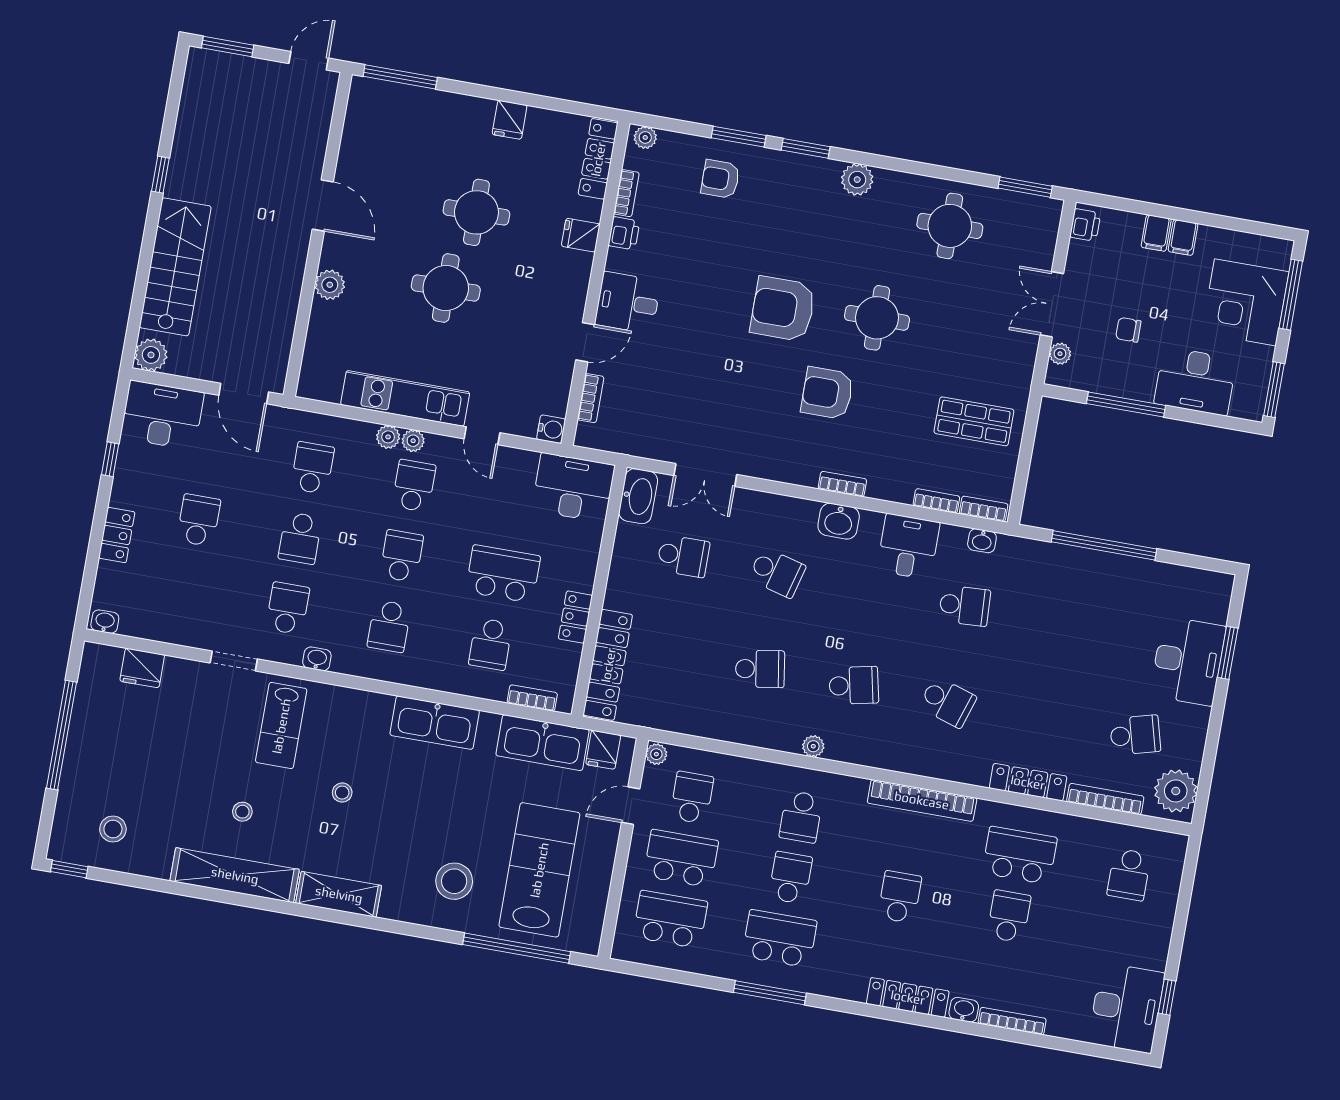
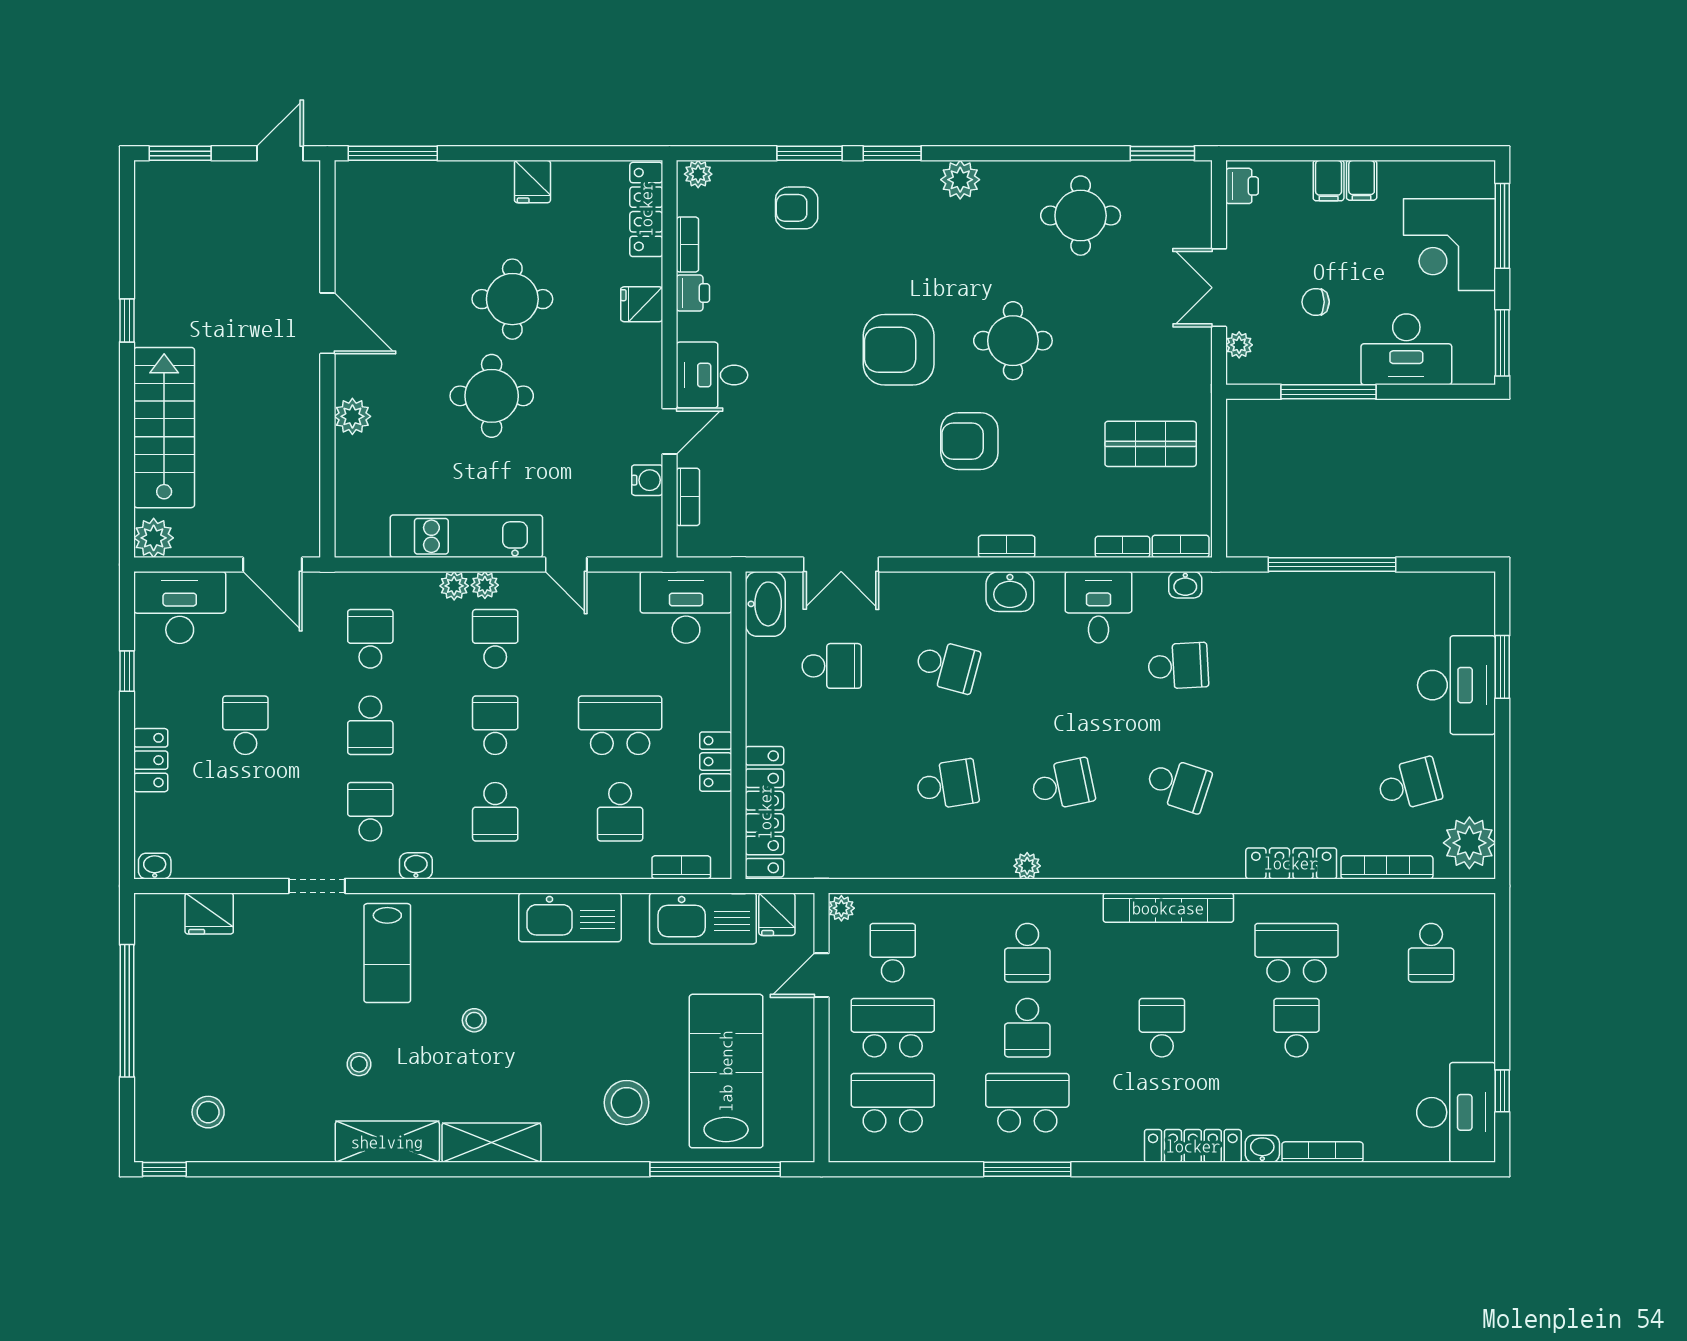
water cooler: (551, 429) -> (647, 480), moved
shelving: (235, 875) -> (387, 1142), width x0.68
school desk: (790, 878) -> (1027, 1028), turned 180

